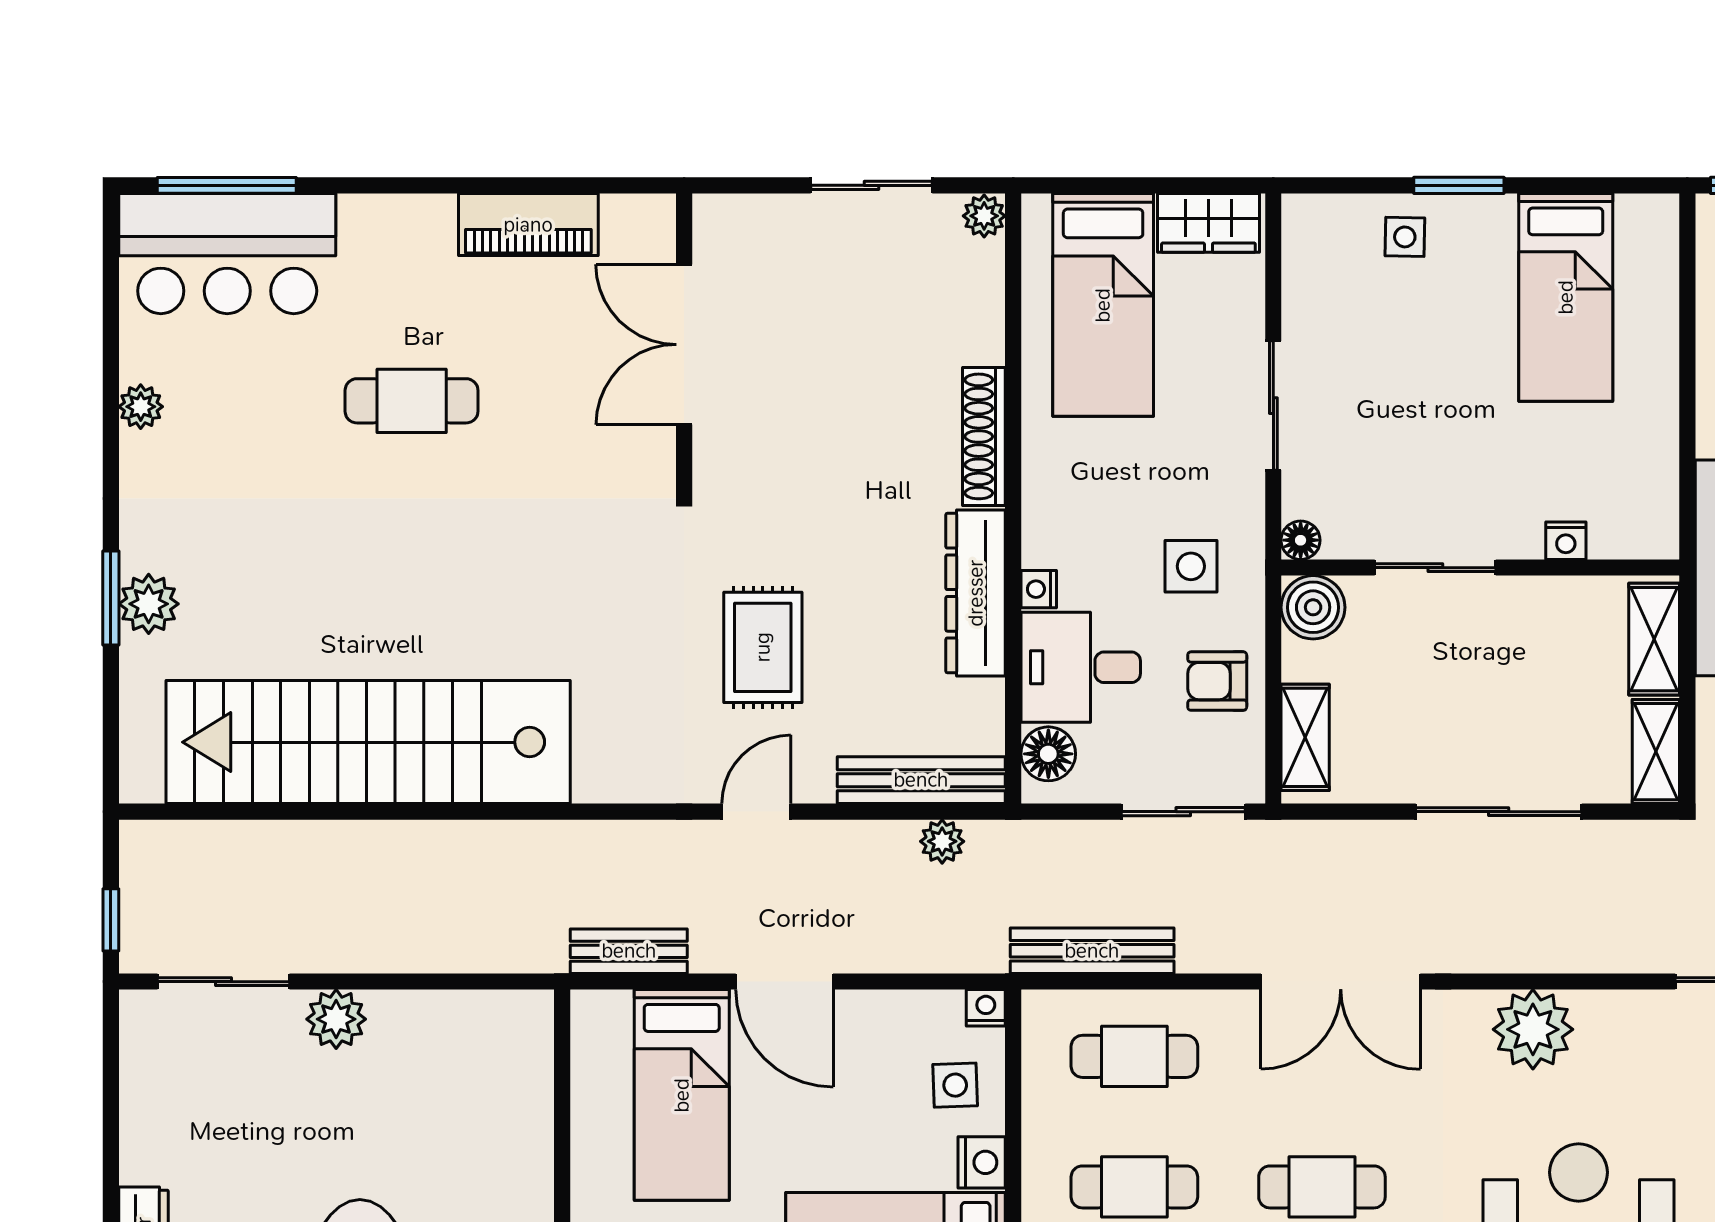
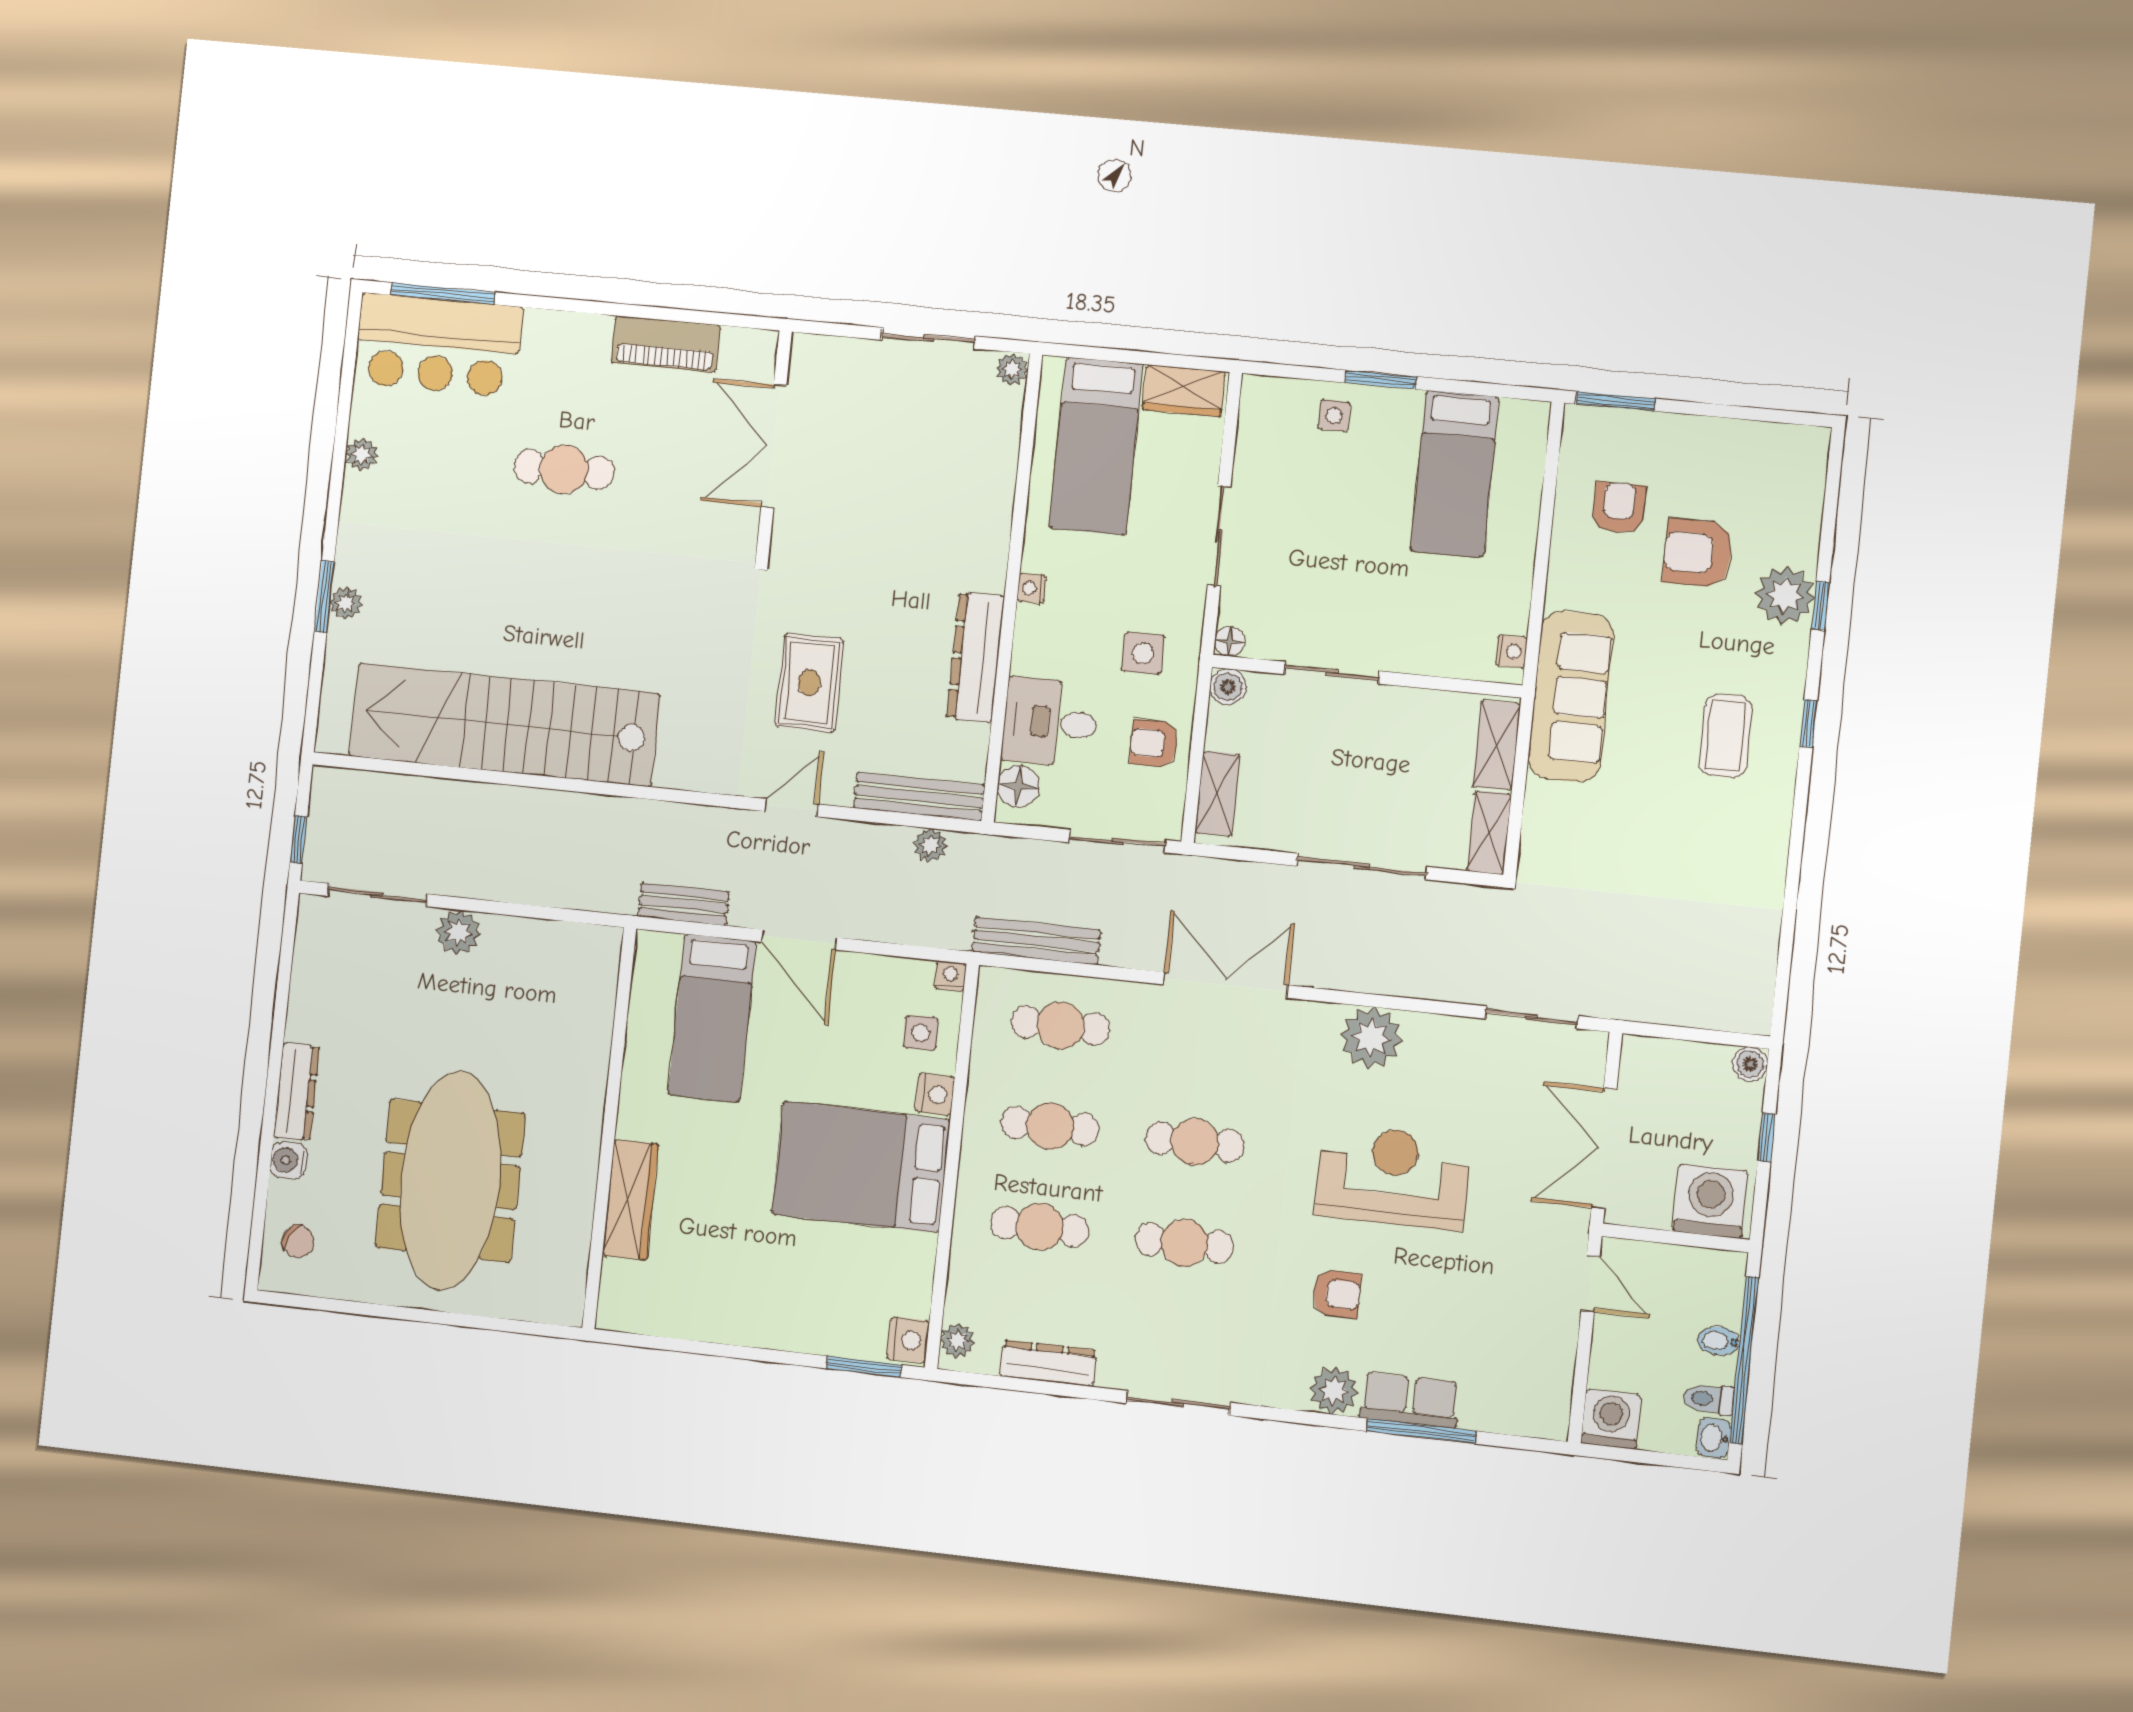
shoe rack: (984, 436) -> (994, 538), removed
nightstand: (1566, 541) -> (1511, 651), moved, turned -90
nightstand: (1039, 589) -> (1031, 588), moved
plant: (149, 604) -> (346, 603), width x0.73, depth x0.73
boiler: (1313, 607) -> (1228, 687), width x0.73, depth x0.73
double door: (1341, 982) -> (1225, 985), swing flipped

